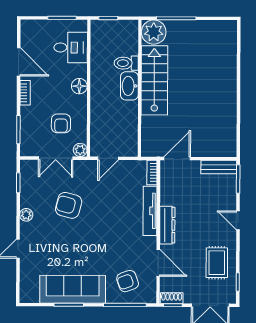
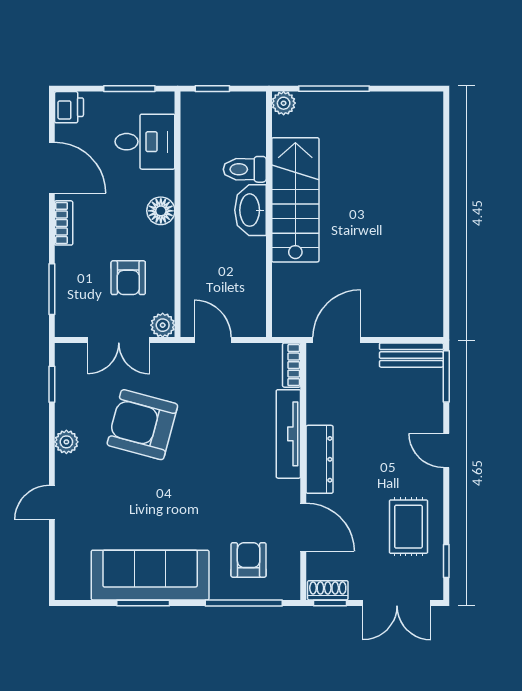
printer: (28, 28) -> (69, 107), added
plant: (154, 32) -> (284, 103), width x0.53, depth x0.53
door: (108, 158) -> (213, 340), swing flipped
armchair: (69, 205) -> (142, 425), width x1.36, depth x1.36
armchair: (128, 281) -> (249, 560), turned 110

